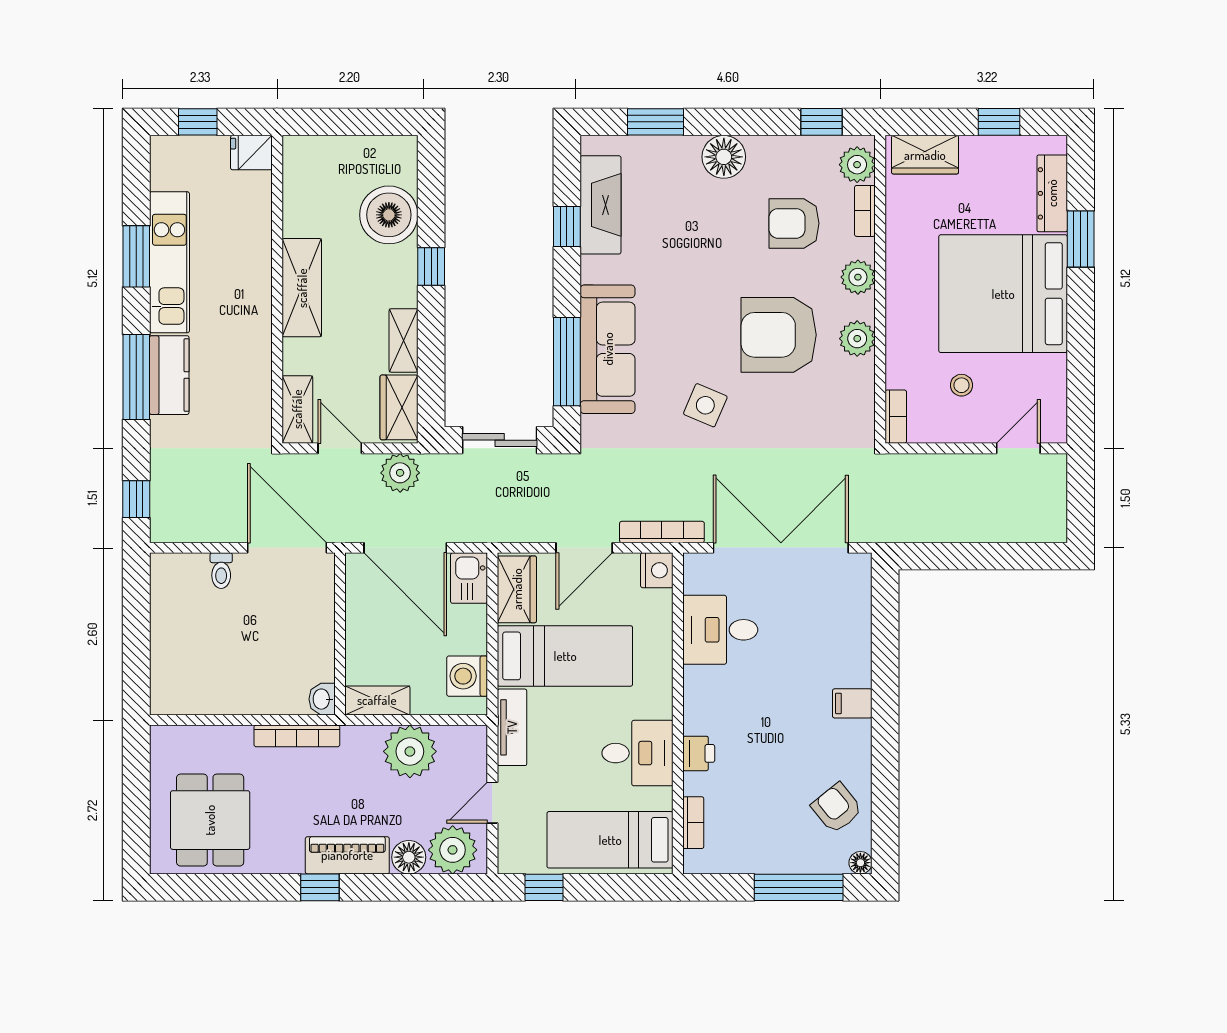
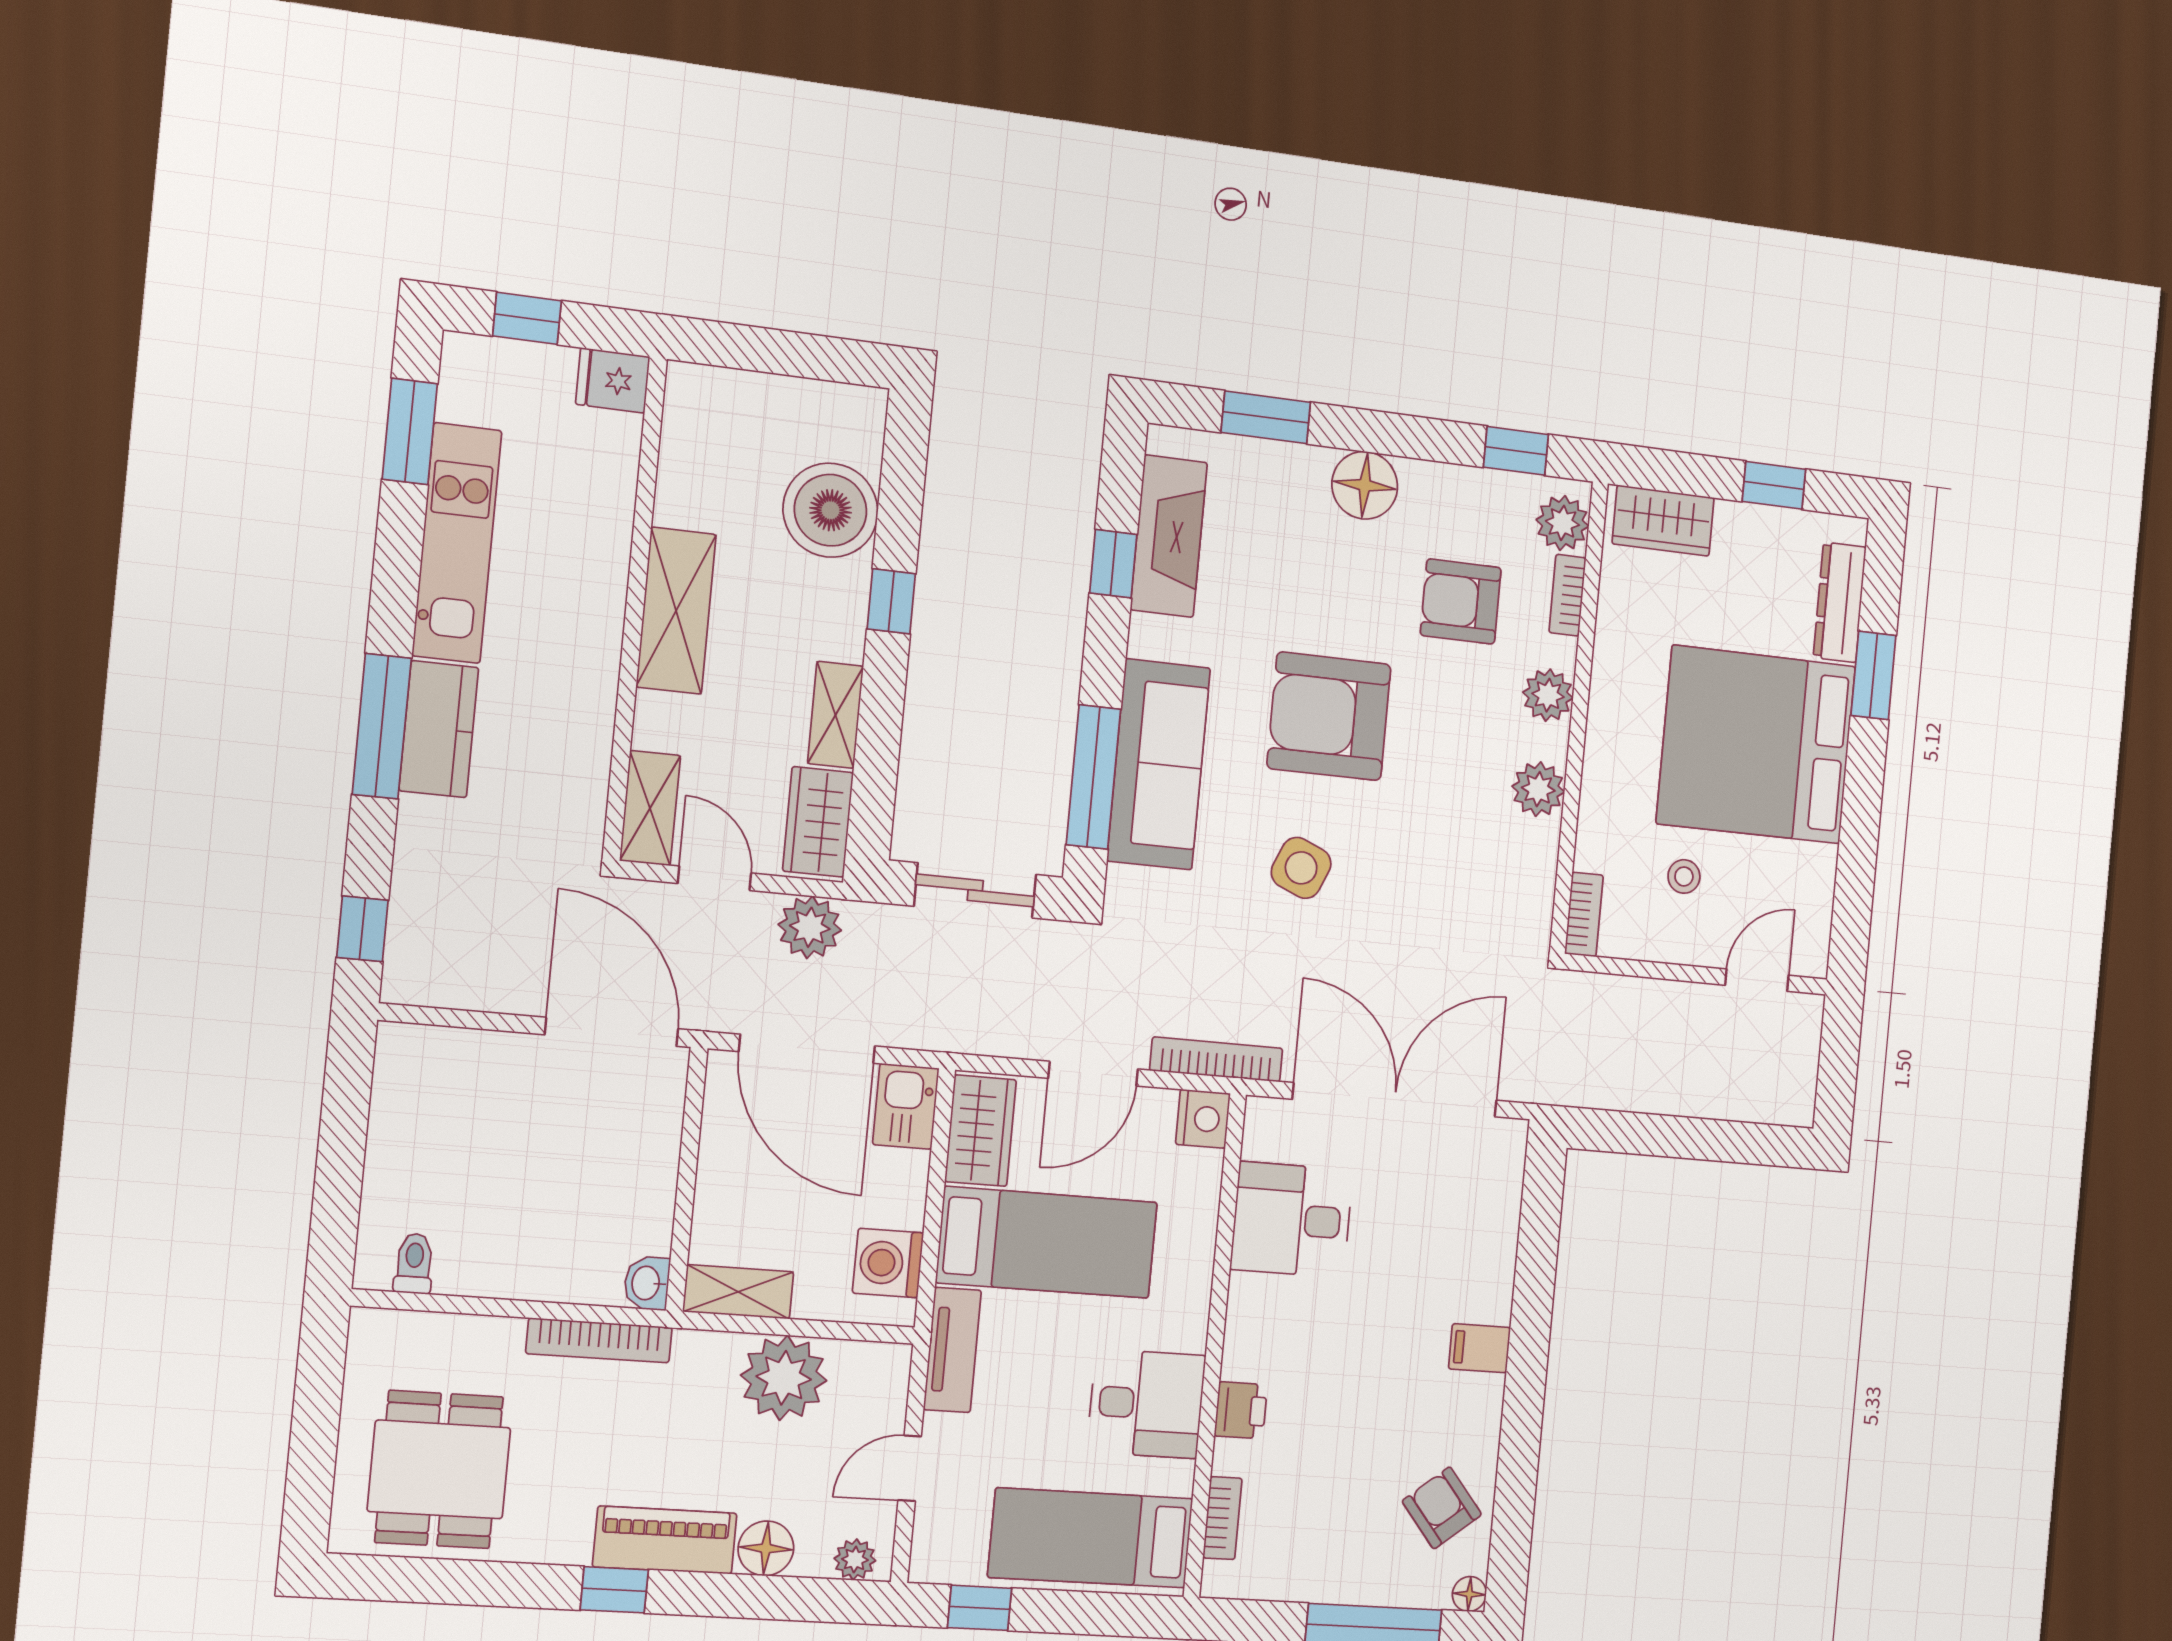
window: (136, 256) -> (410, 431), moved
armchair: (779, 335) -> (1329, 716), moved
toilet: (221, 571) -> (414, 1264), moved, turned 180
plant: (453, 850) -> (855, 1559), width x0.53, depth x0.53

